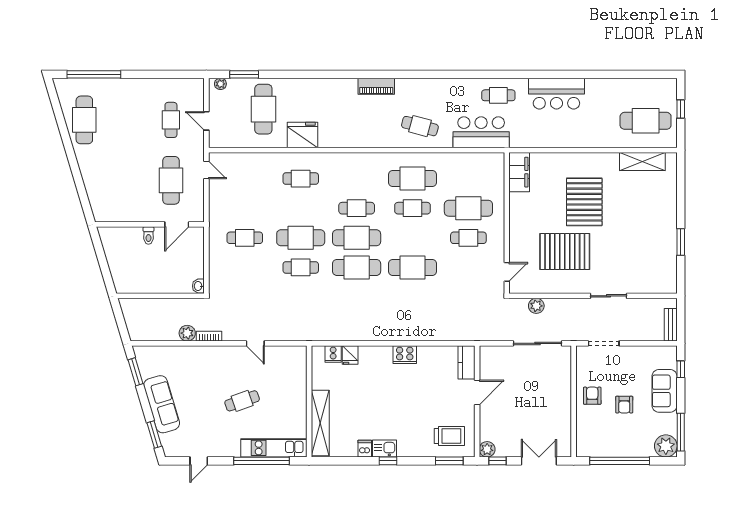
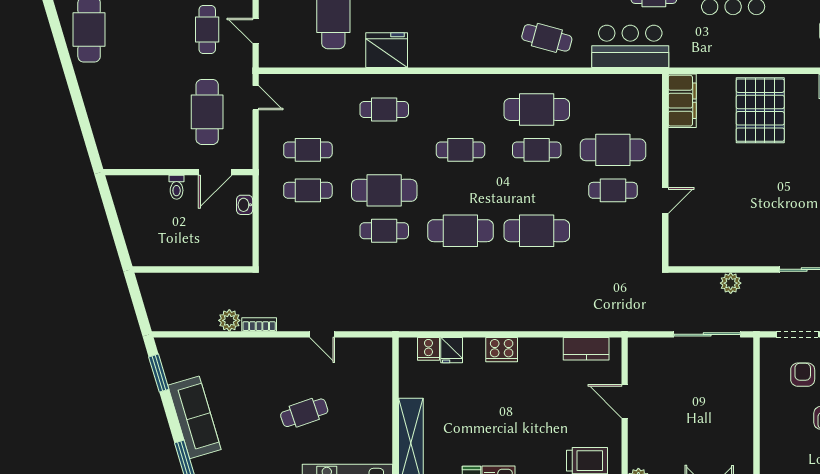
pallet: (584, 202) -> (760, 110), moved
cafe table: (357, 238) -> (308, 150), moved, width x0.73, depth x0.74
pallet: (565, 251) -> (744, 209), removed
door: (507, 272) -> (665, 200), moved
washbasin: (198, 286) -> (245, 205), moved
plant: (536, 306) -> (731, 283), moved
cooker: (405, 355) -> (502, 350), moved
kitchen counter: (466, 362) -> (586, 349), moved, turned -90
door: (477, 392) -> (625, 401), swing flipped
armchair: (592, 396) -> (803, 375), moved

